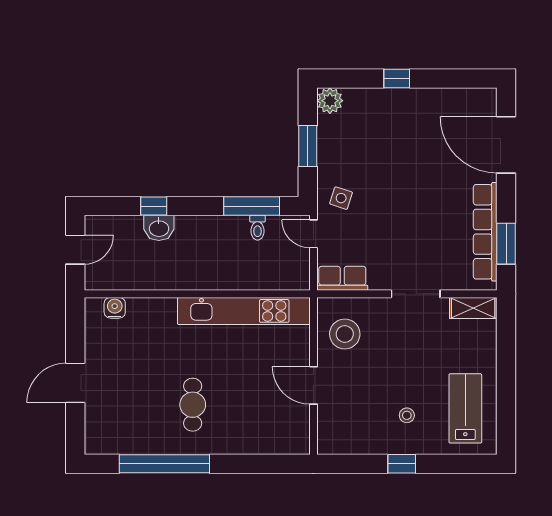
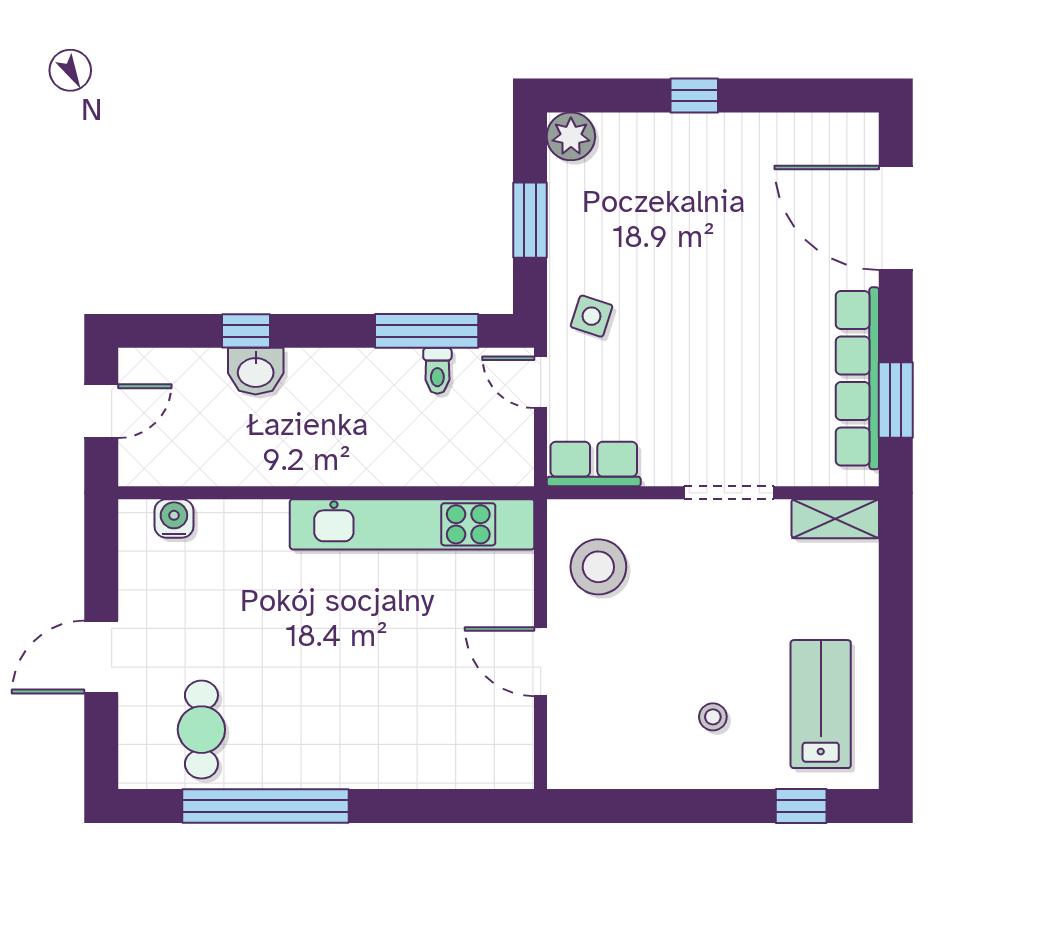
cafe table: (193, 405) -> (201, 730), moved
window: (402, 464) -> (801, 806), moved

